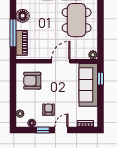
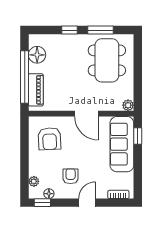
window: (13, 33) -> (25, 77), width x1.46
door: (61, 61) -> (86, 114), swing flipped
armchair: (32, 81) -> (50, 139), turned -93
window: (43, 130) -> (42, 203), moved

